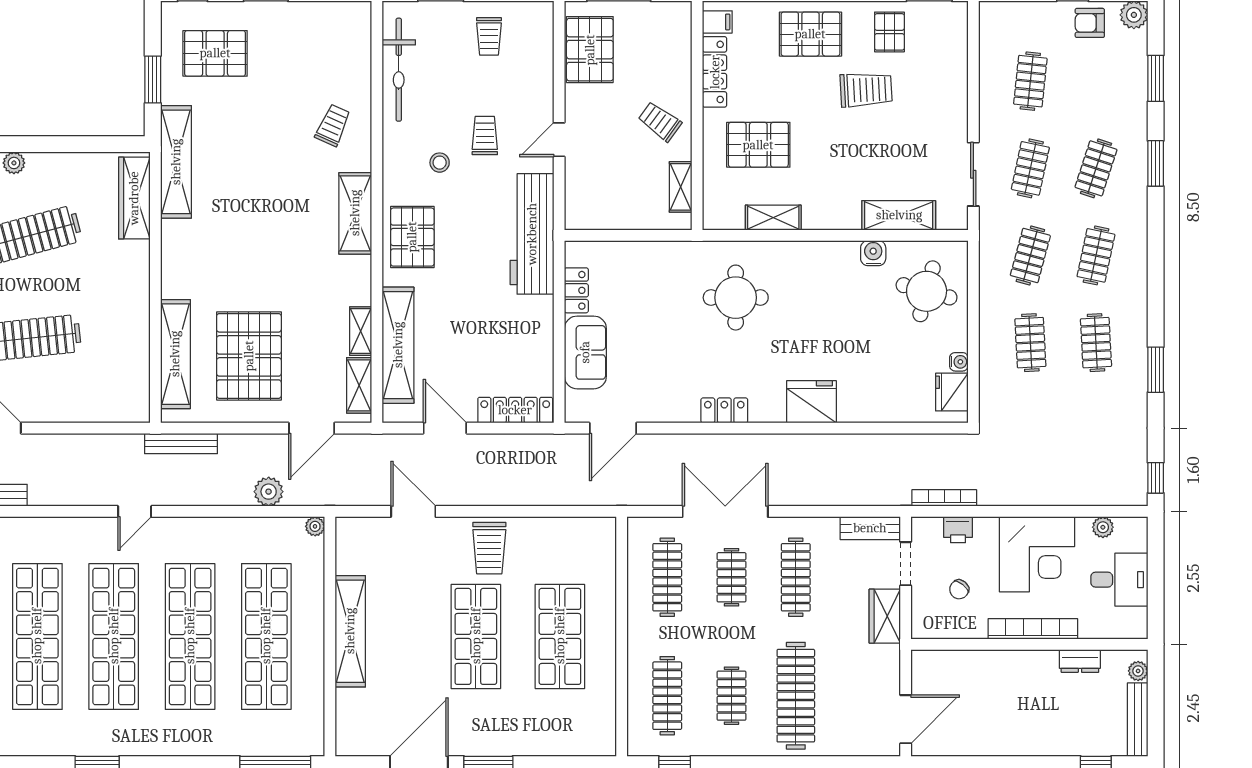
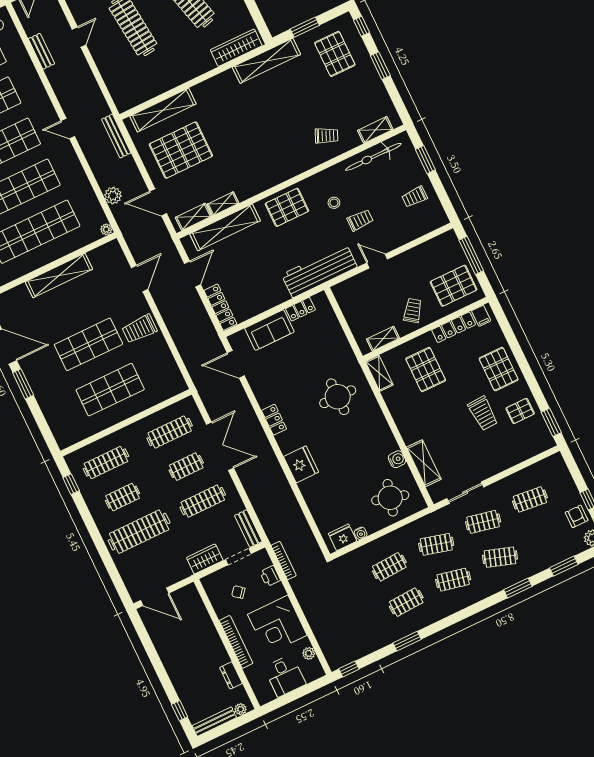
pallet: (590, 50) -> (454, 286), moved
shelving: (355, 213) -> (375, 130), moved, width x0.67, depth x0.75
shelving: (773, 218) -> (379, 373), moved

